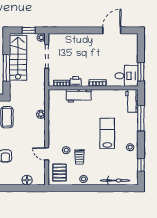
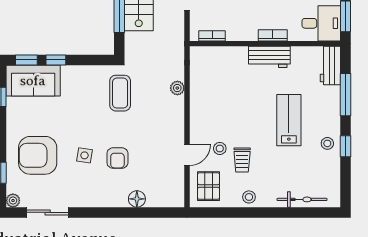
printer: (76, 81) -> (236, 33), removed
workbench: (79, 96) -> (269, 57), moved
door: (47, 154) -> (187, 155), swing flipped
window: (141, 165) -> (346, 146), moved
floor lamp: (27, 180) -> (137, 199), moved

